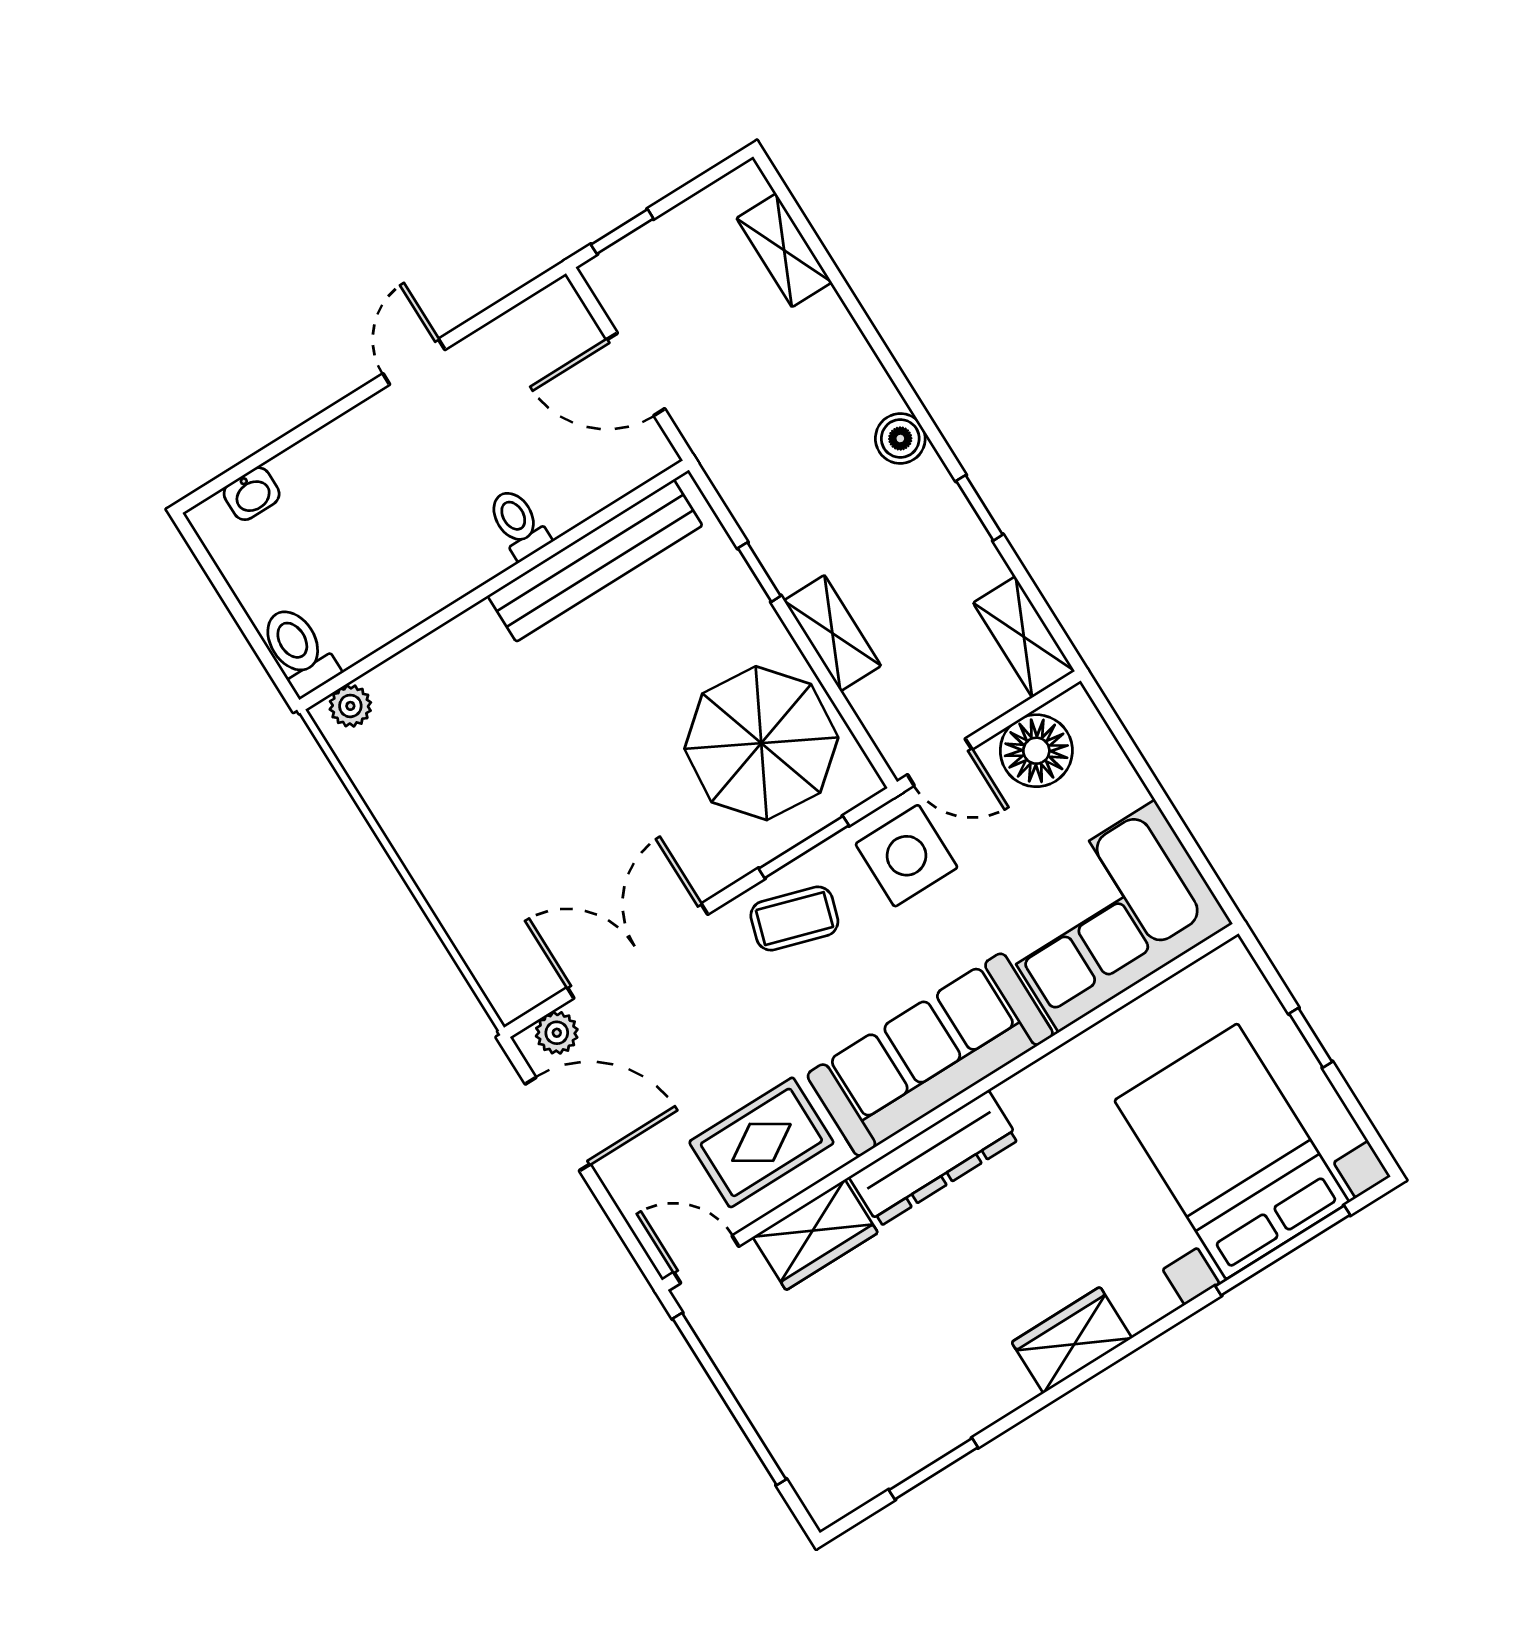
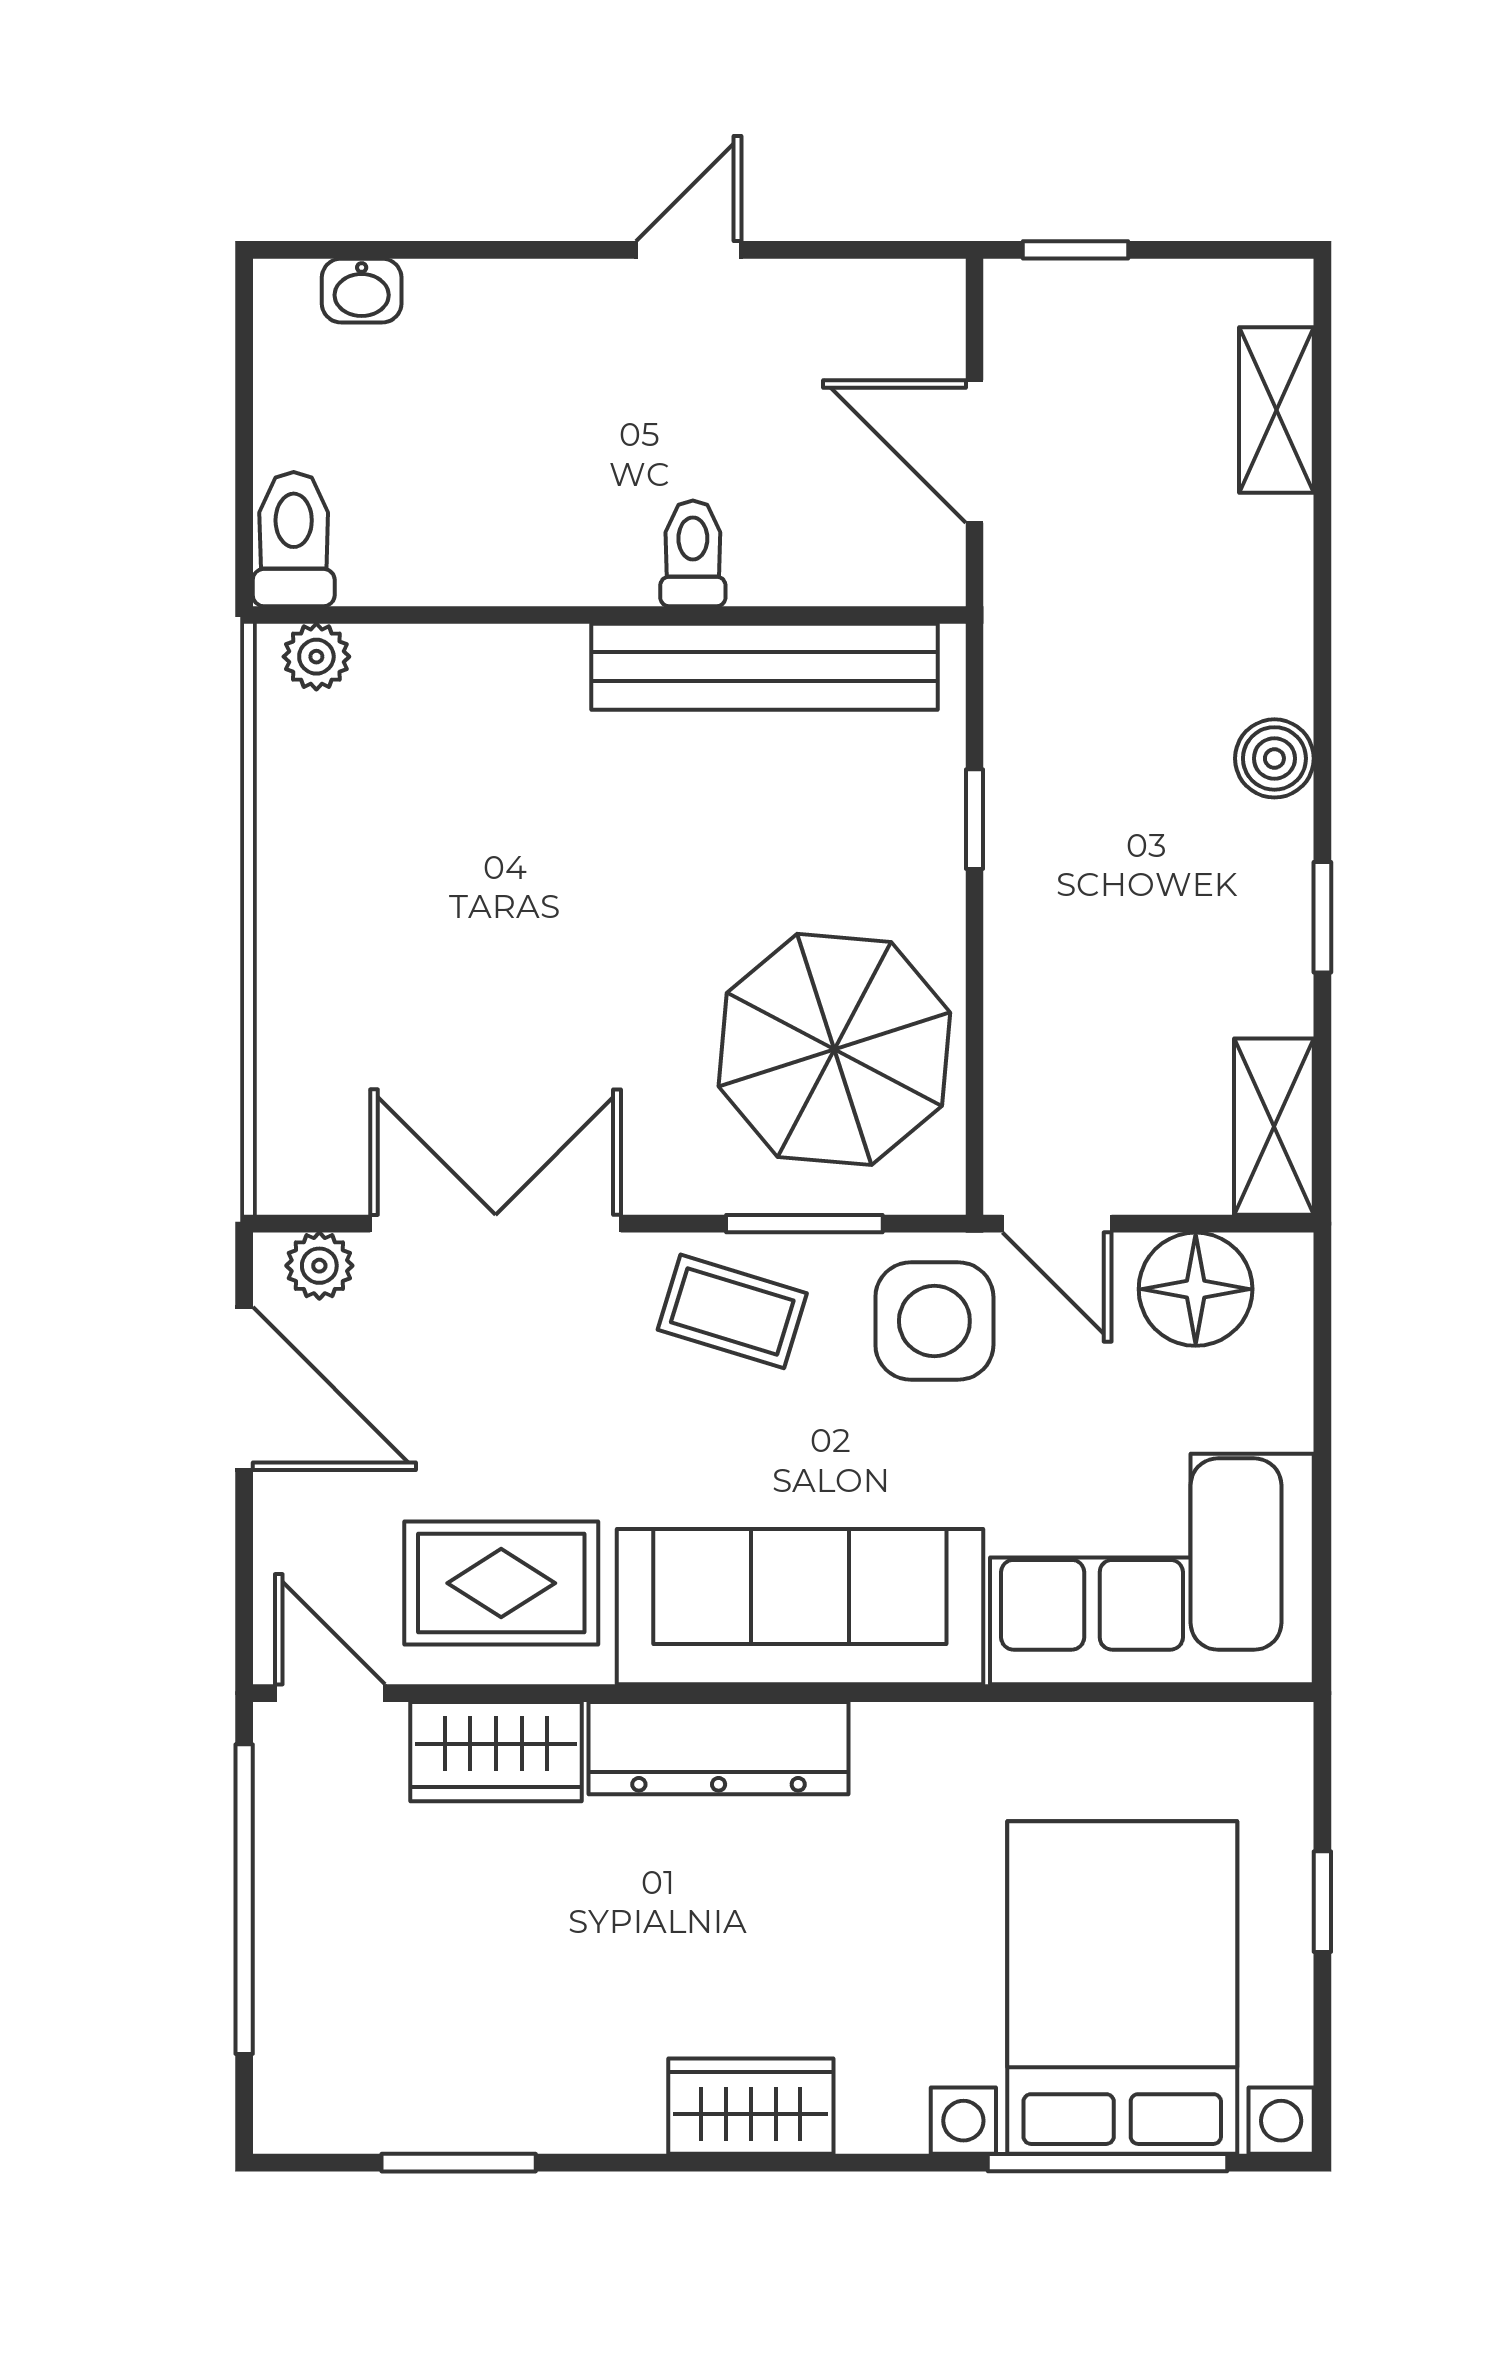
shelving: (832, 633) -> (1021, 962), removed

